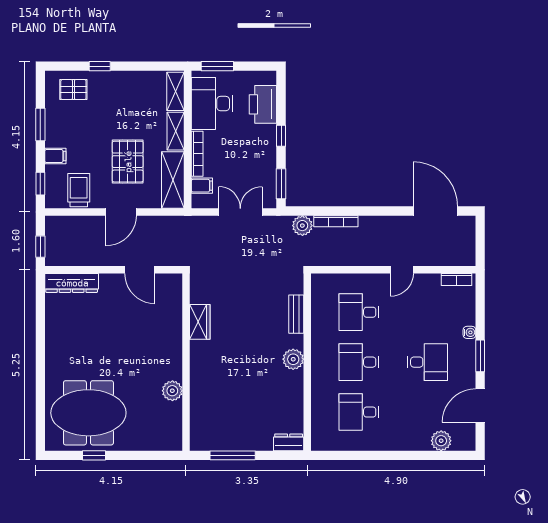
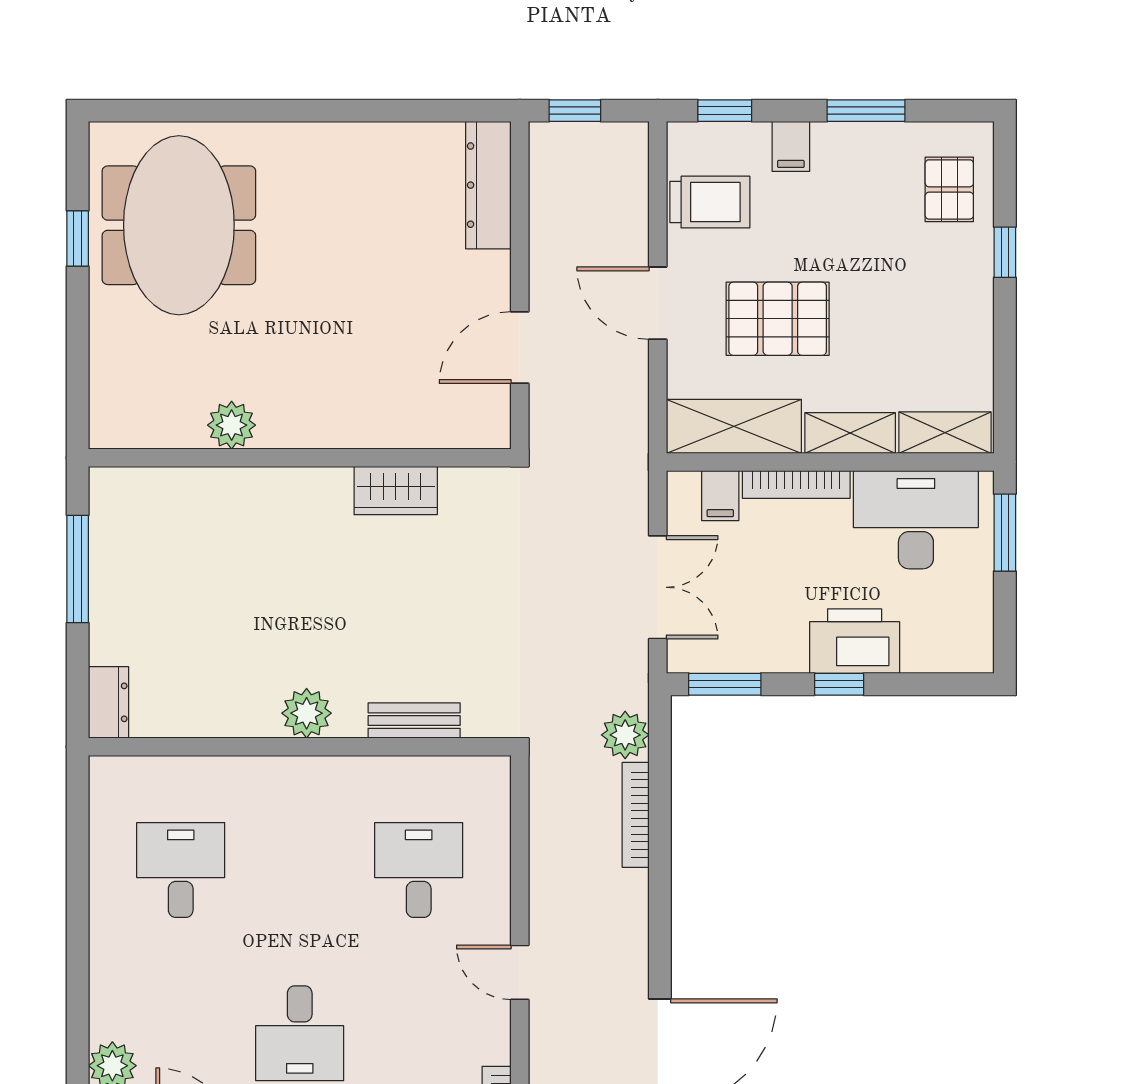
printer: (263, 104) -> (855, 641), moved
desk: (359, 362) -> (300, 870), removed

